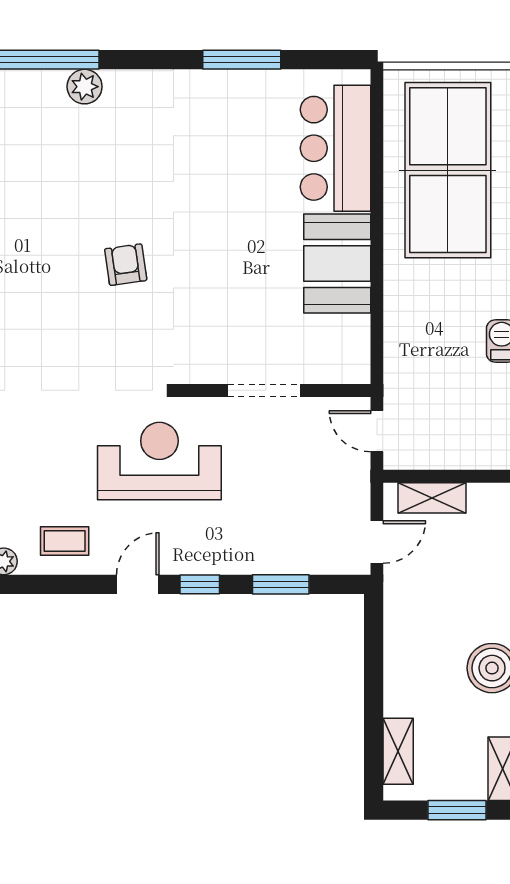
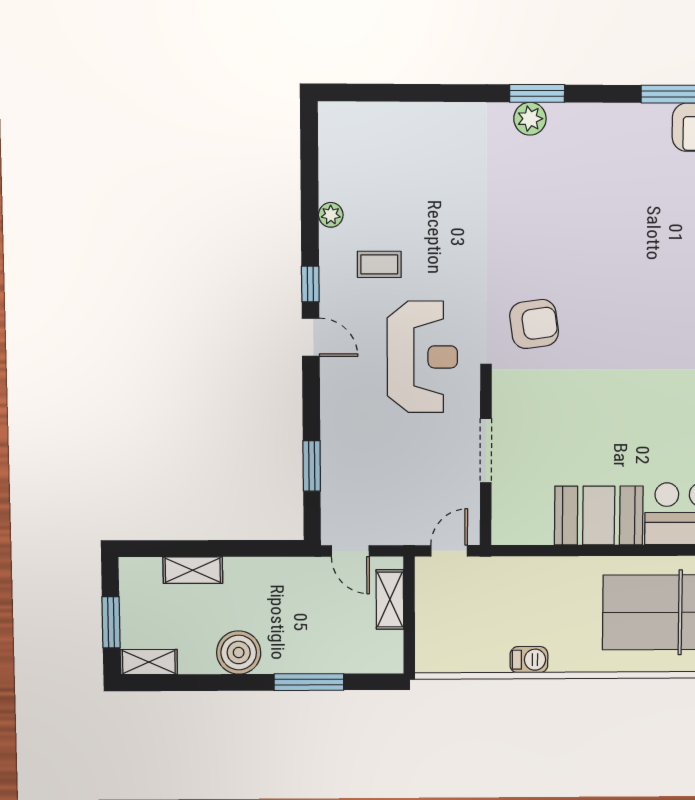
armchair: (126, 265) -> (534, 324), moved, width x1.38, depth x1.38
coffee table: (65, 541) -> (379, 264), moved, turned 90
window: (200, 584) -> (310, 284), moved
shelving: (398, 751) -> (193, 570), moved

